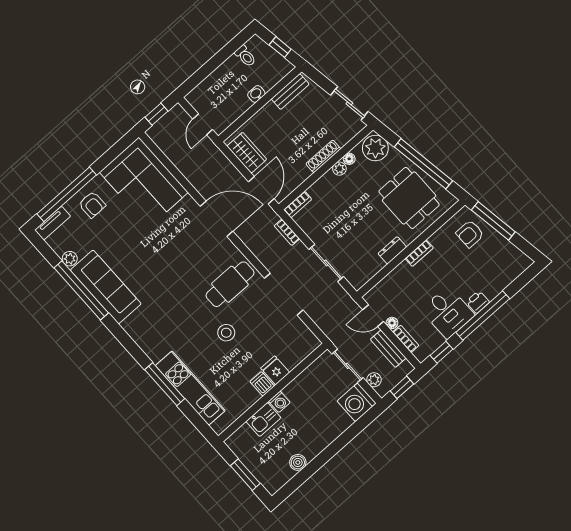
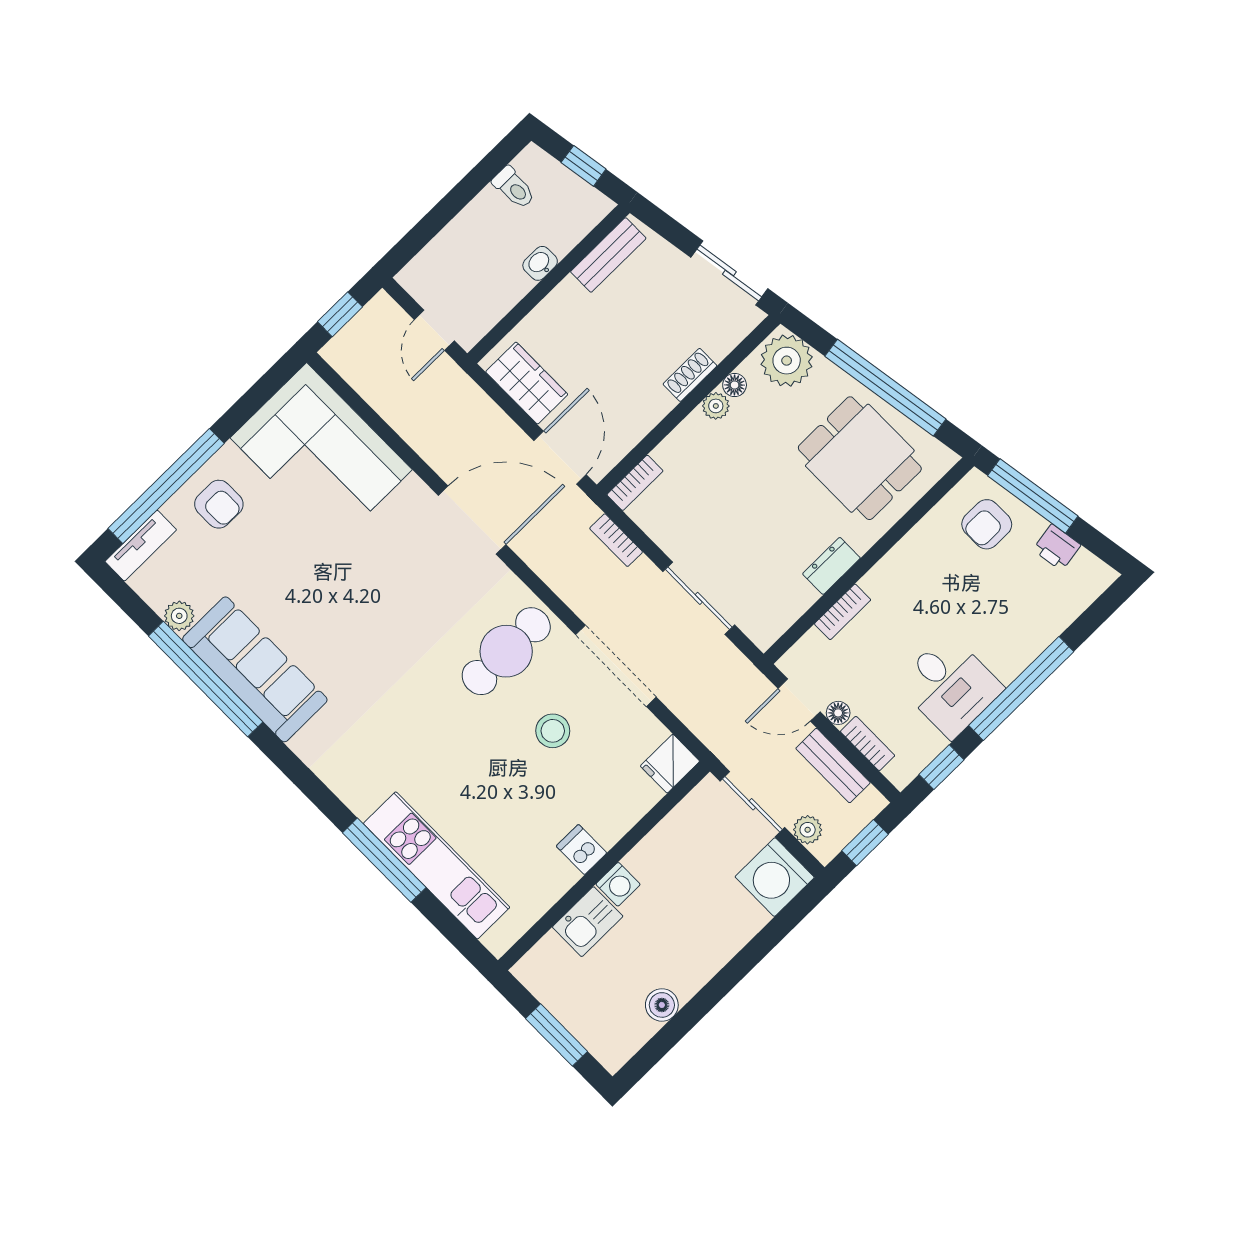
shoe rack: (323, 156) -> (690, 375), width x0.70
bookcase: (419, 253) -> (843, 612), moved
printer: (478, 302) -> (1057, 547), moved, turned -99
stool: (226, 333) -> (553, 731), moved
fridge: (275, 370) -> (670, 764), moved, turned -90

